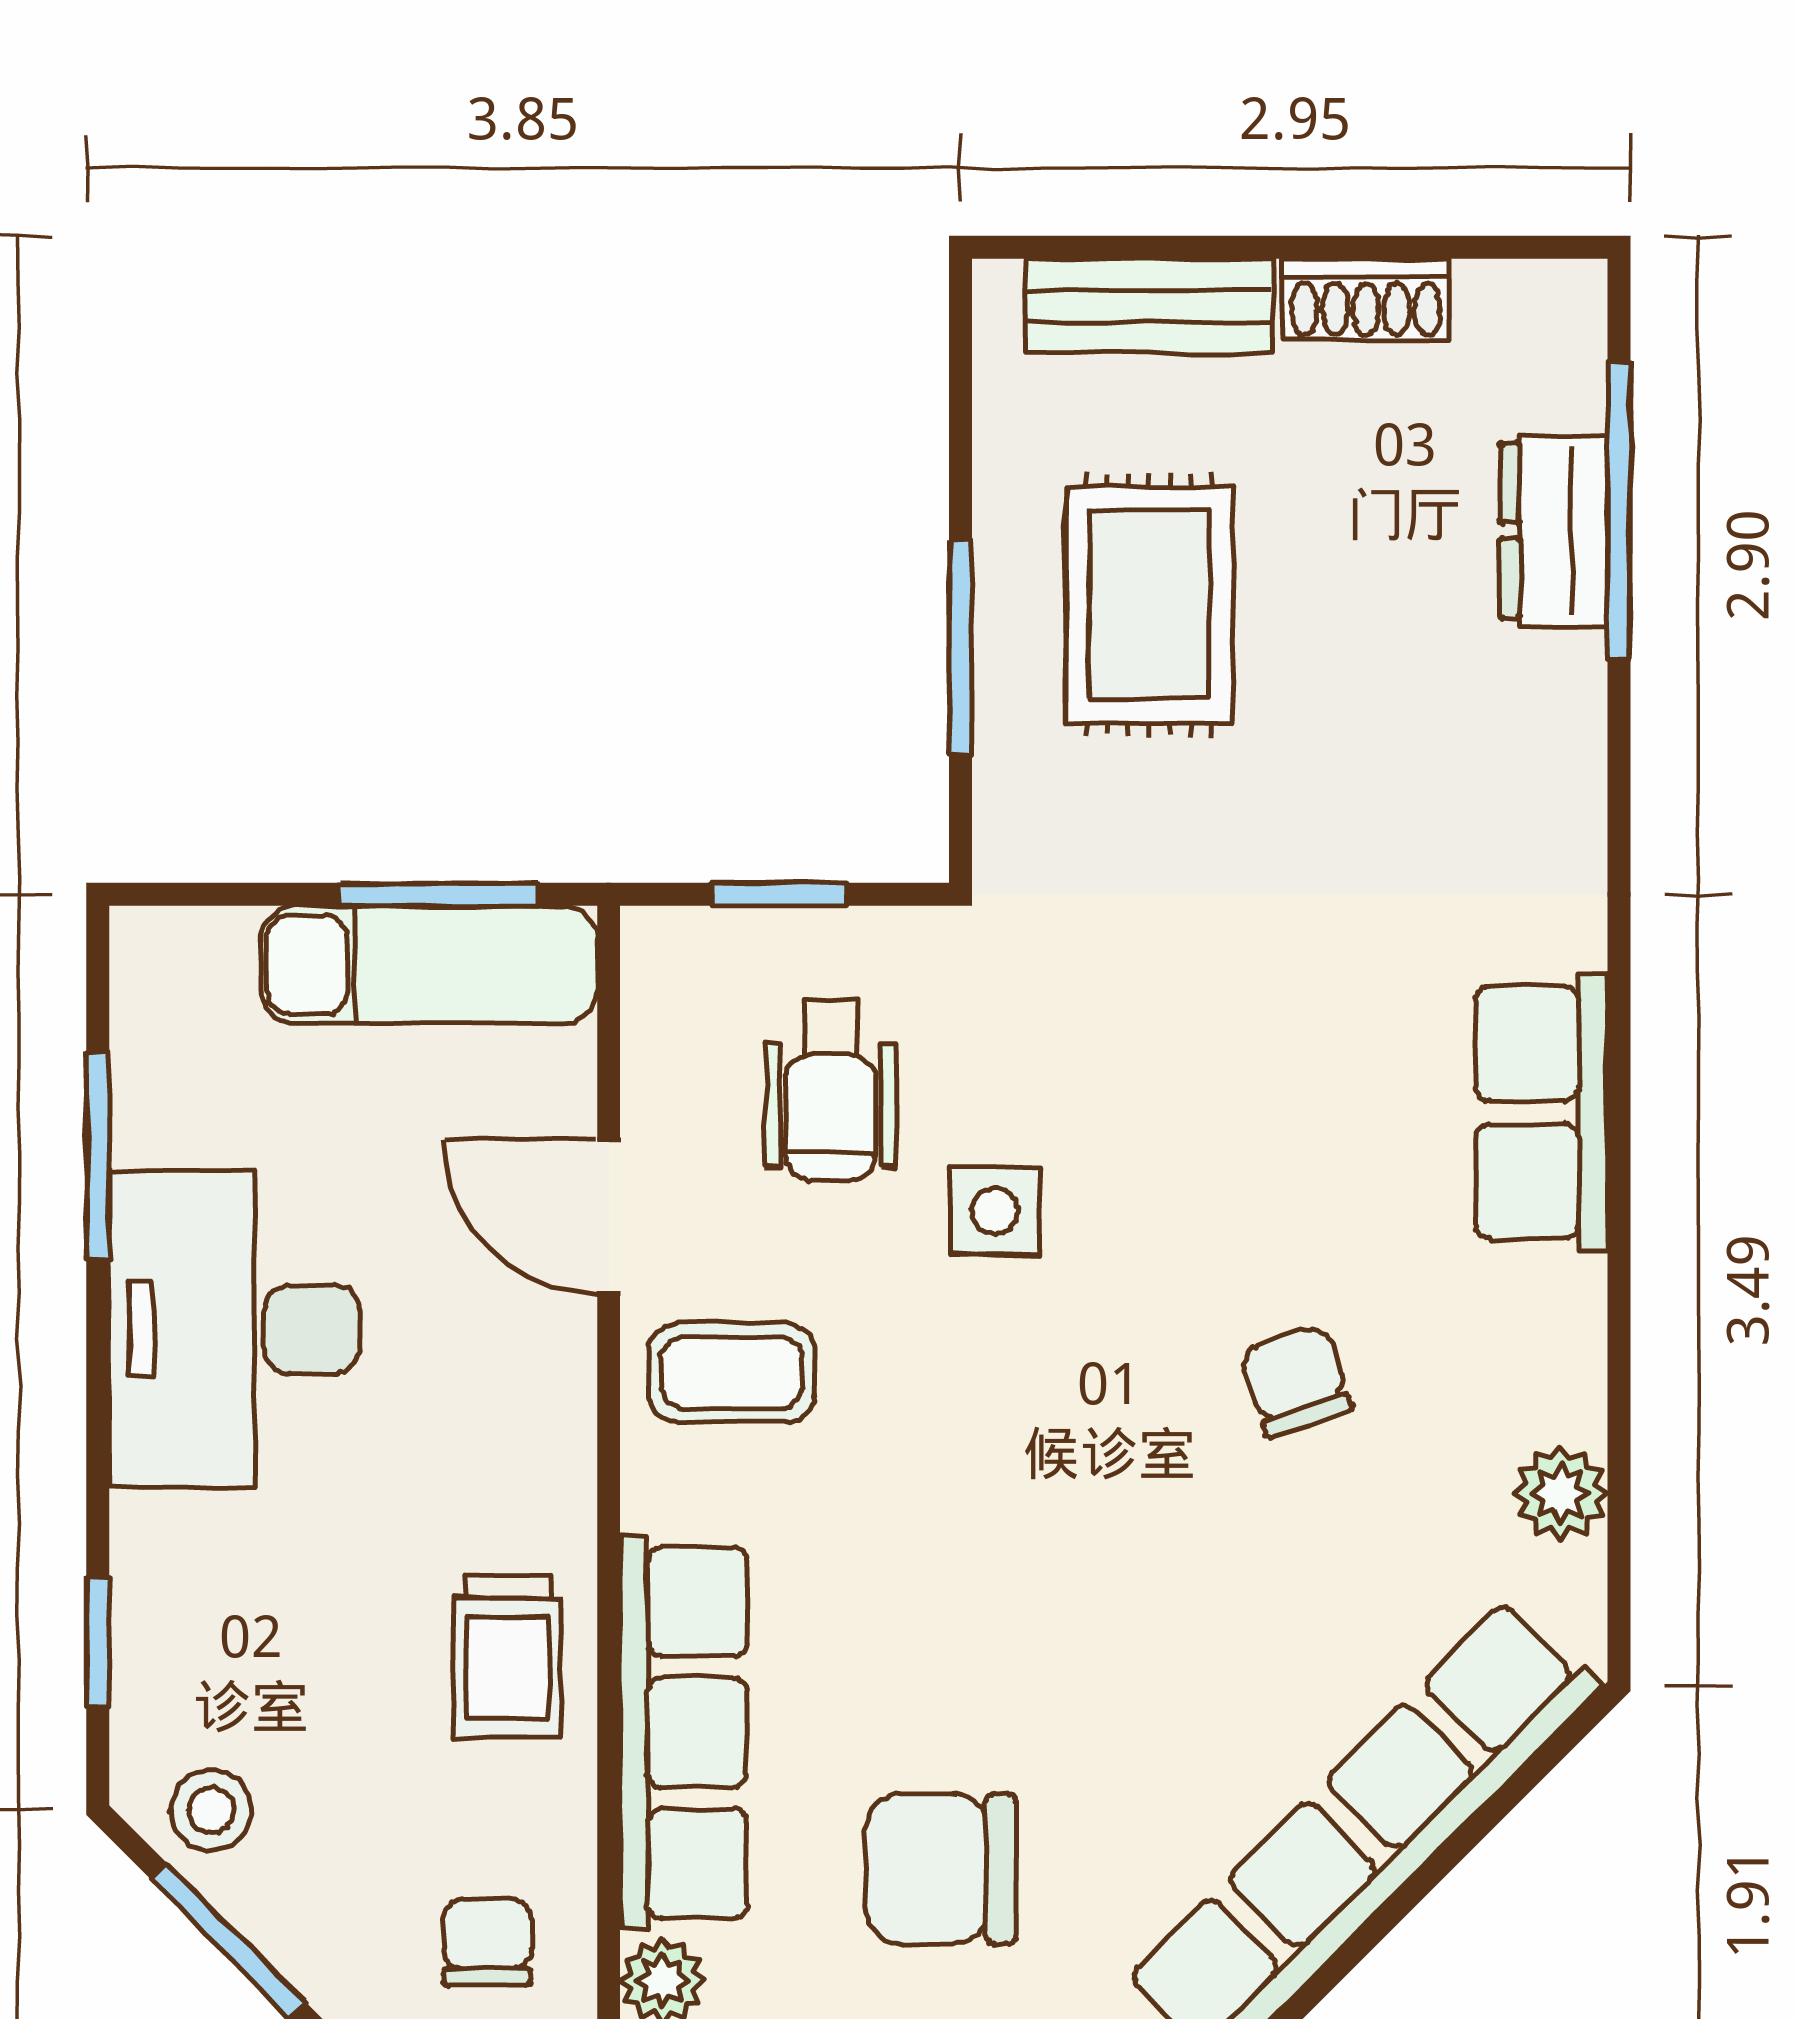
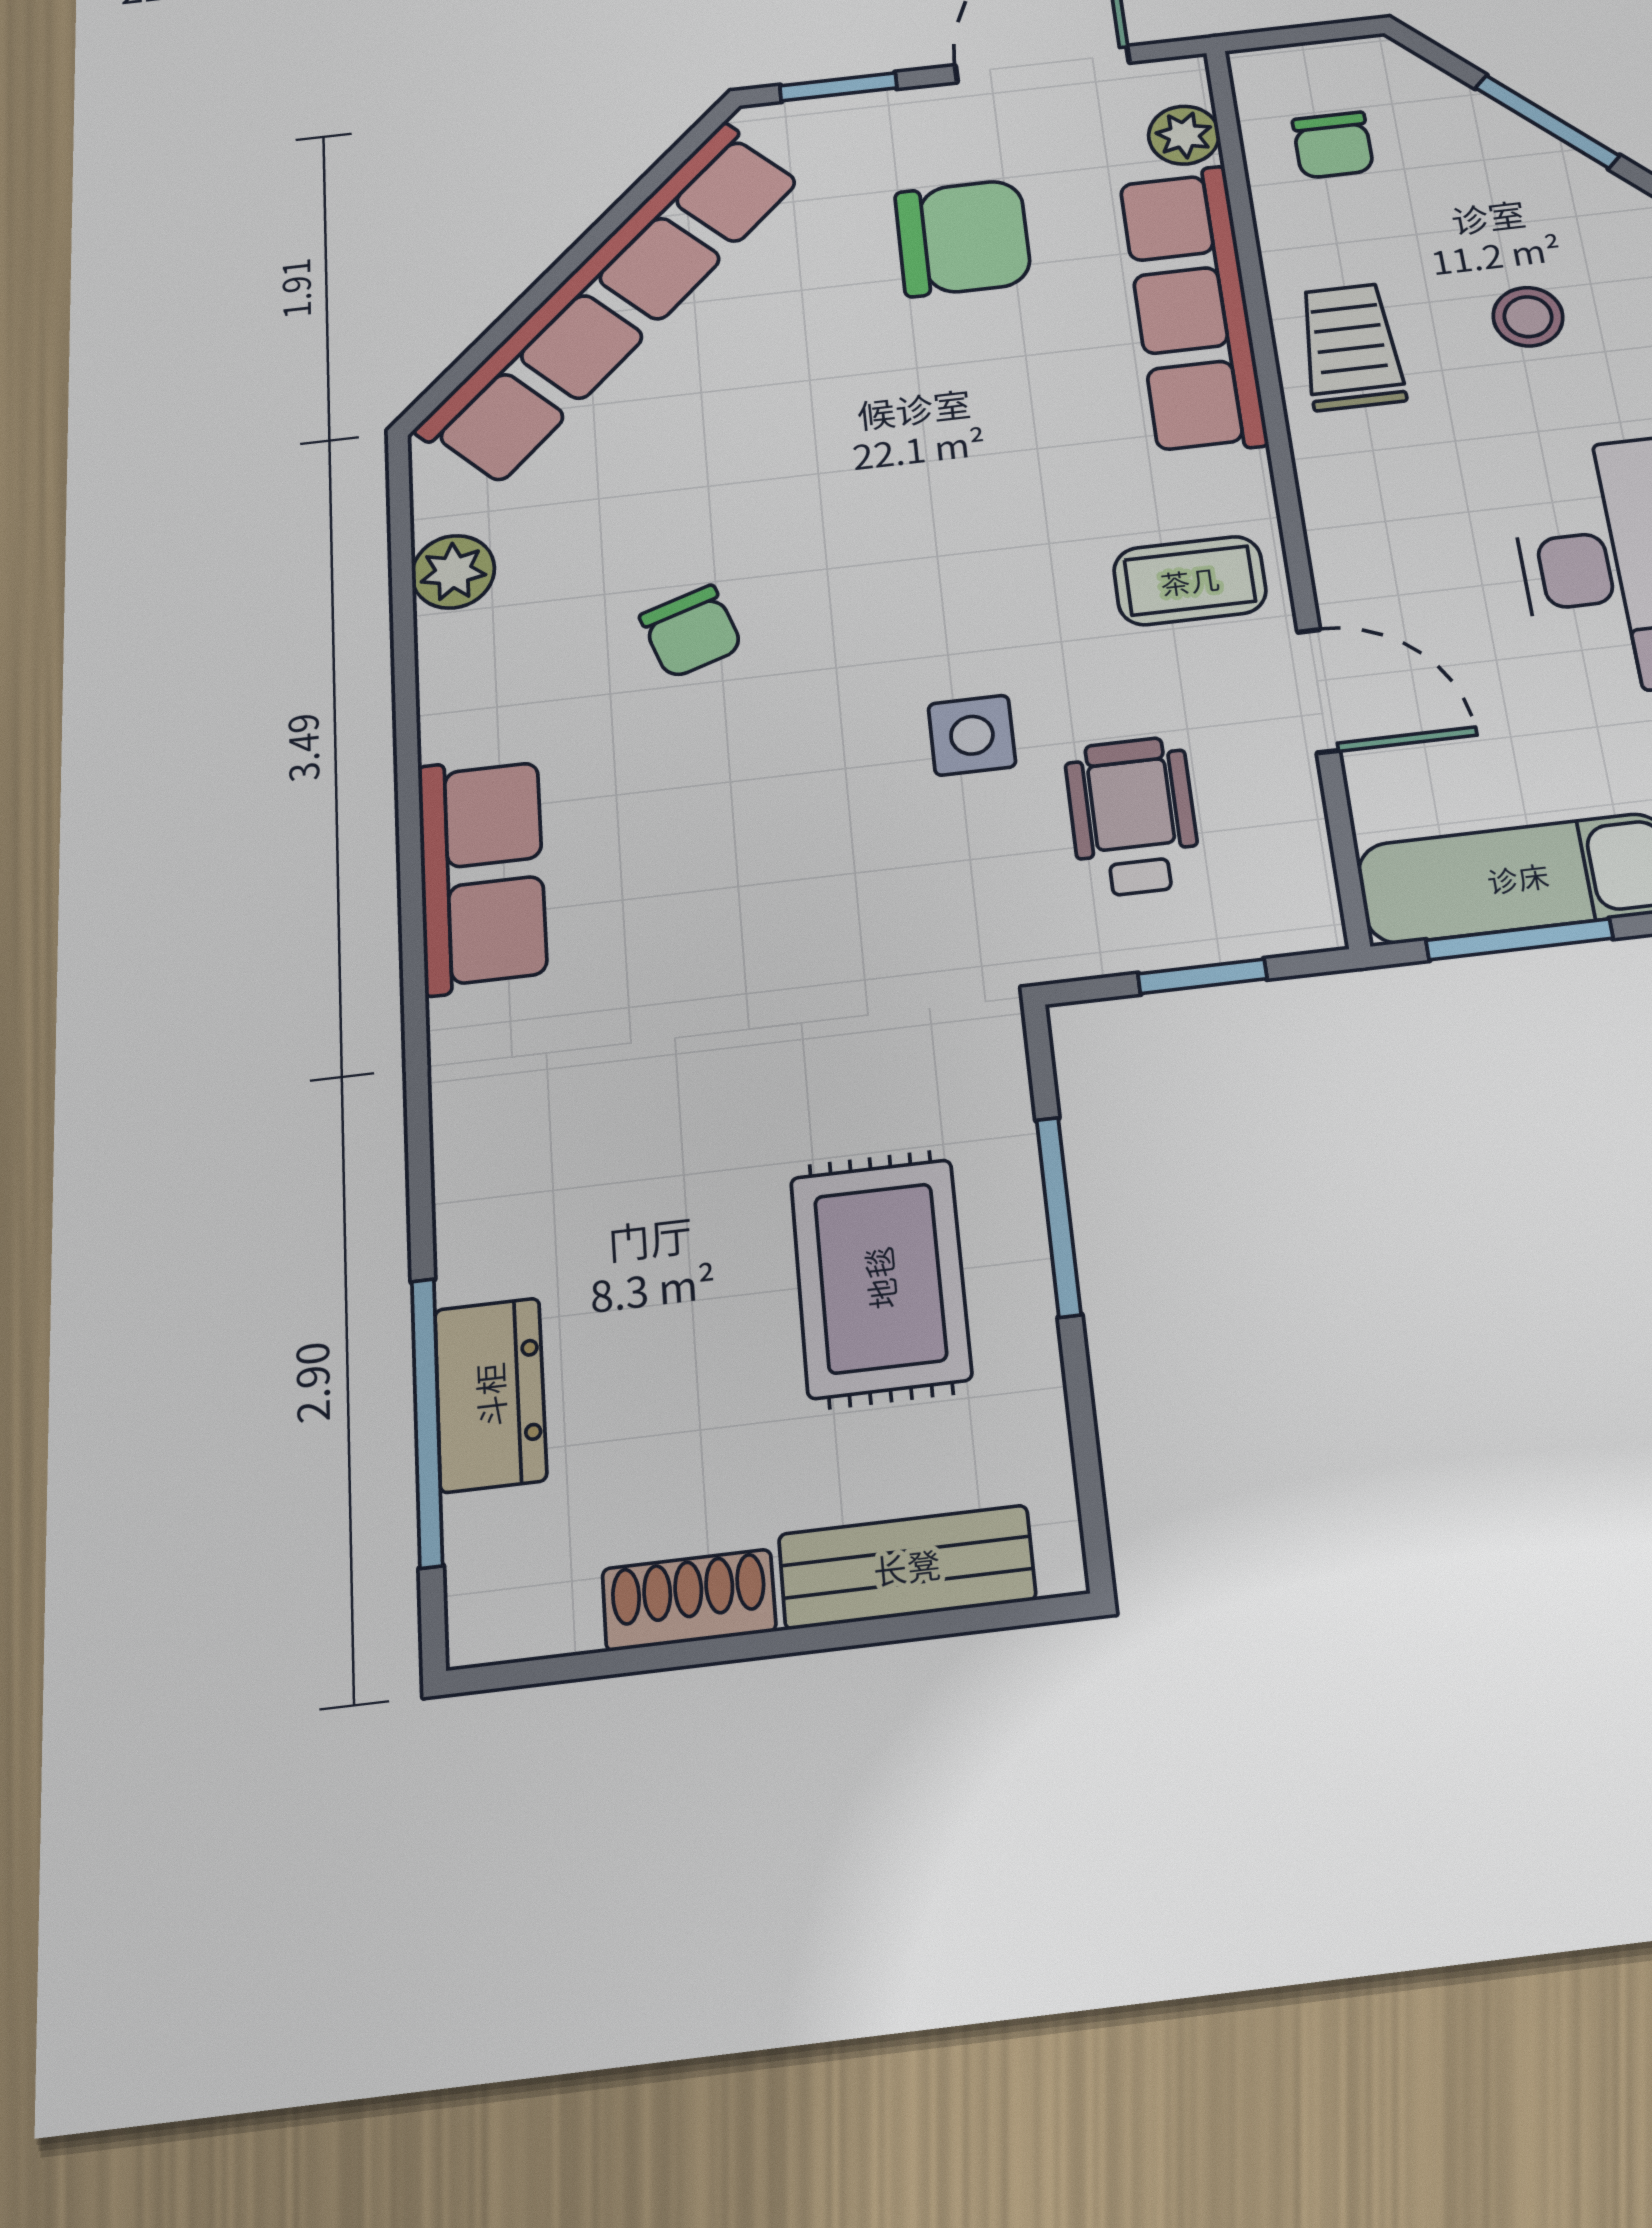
stool: (211, 1810) -> (1528, 317), moved

